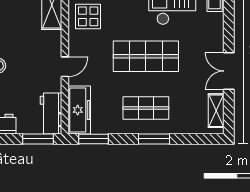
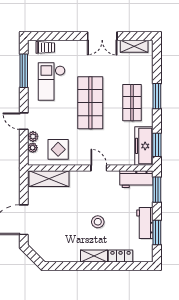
freezer: (79, 110) -> (144, 146), moved, turned -90

